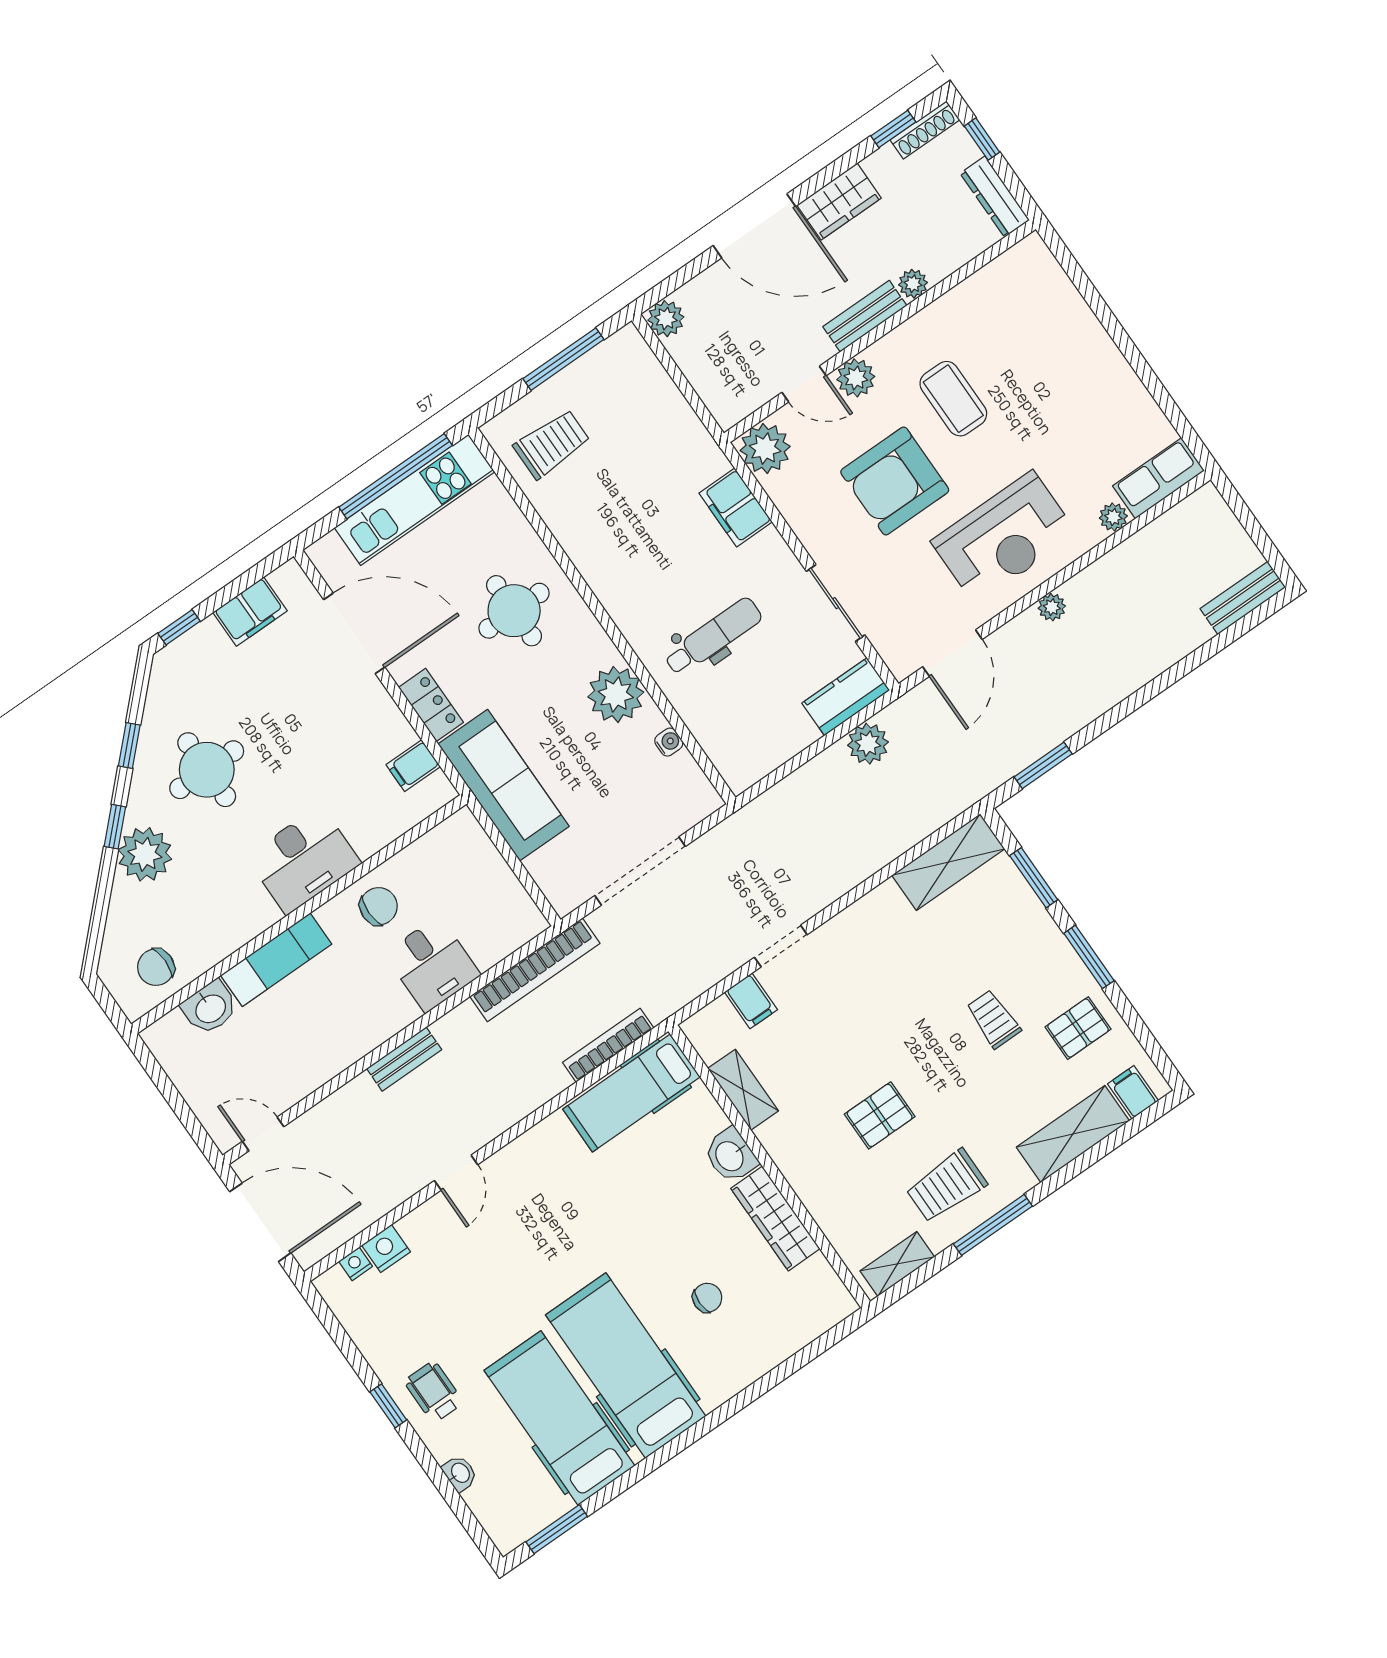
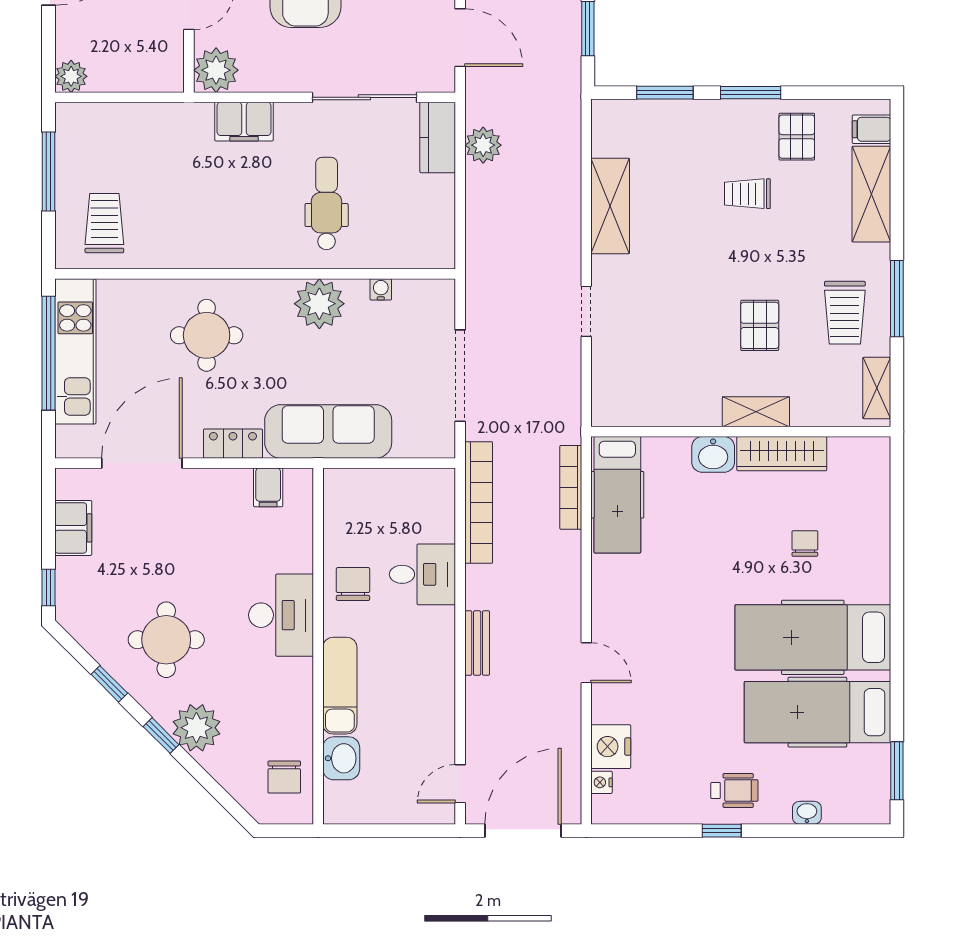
sliding door: (836, 603) -> (364, 97), width x1.37
shelving: (948, 862) -> (610, 206), moved
filing cabinet: (751, 1001) -> (611, 361), removed
shelving: (743, 1090) -> (756, 412), moved
nightstand: (386, 1249) -> (611, 747), width x1.36, depth x1.33
wheelchair: (434, 1392) -> (734, 790), turned 180

